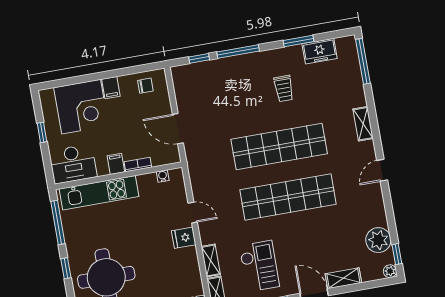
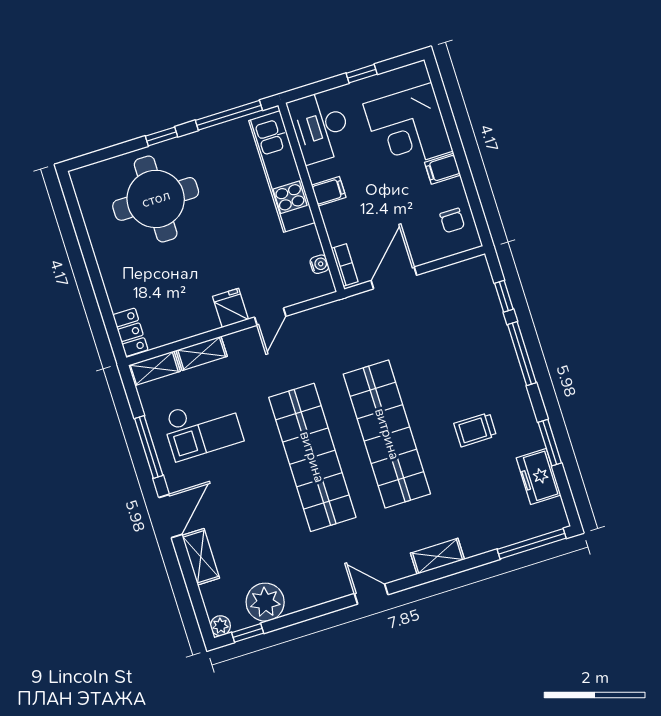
bookcase: (138, 164) -> (345, 265), moved

